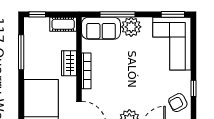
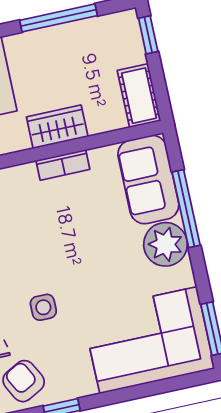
bookcase: (86, 71) -> (63, 165), width x0.64
side table: (147, 87) -> (43, 307), added

